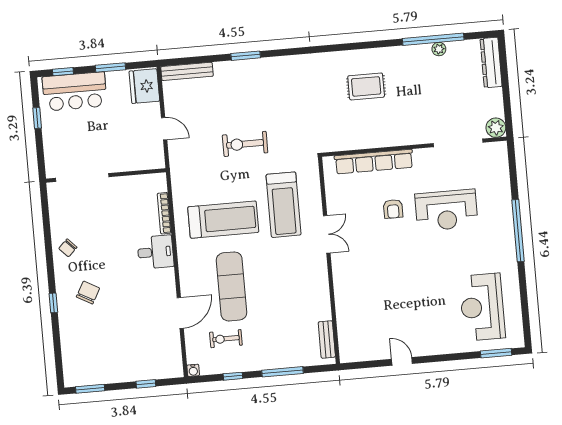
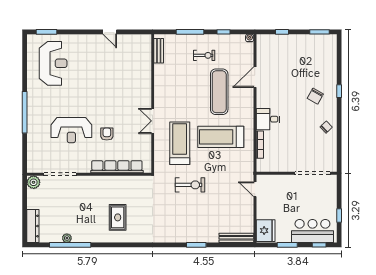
rug: (366, 86) -> (118, 217), turned 90
door: (164, 129) -> (255, 189), moved
exercise bike: (245, 144) -> (190, 185), moved
reception desk: (446, 210) -> (71, 130), turned 180
exercise bike: (226, 339) -> (204, 55), moved

